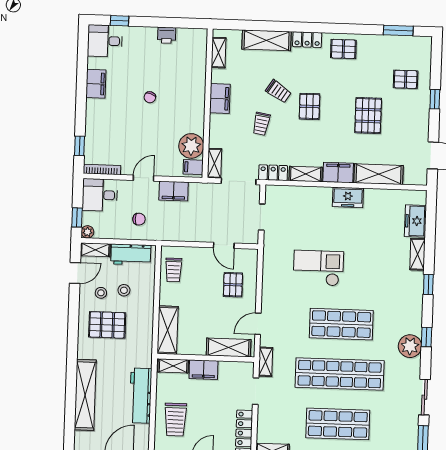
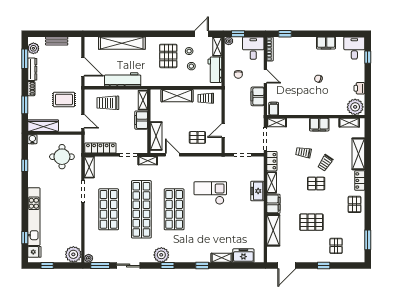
plant: (191, 146) -> (355, 107), moved
freezer: (348, 197) -> (257, 191), moved
checkout: (318, 268) -> (210, 193), turned -90
door: (75, 273) -> (202, 34), swing flipped
shelving: (168, 330) -> (177, 96), moved

